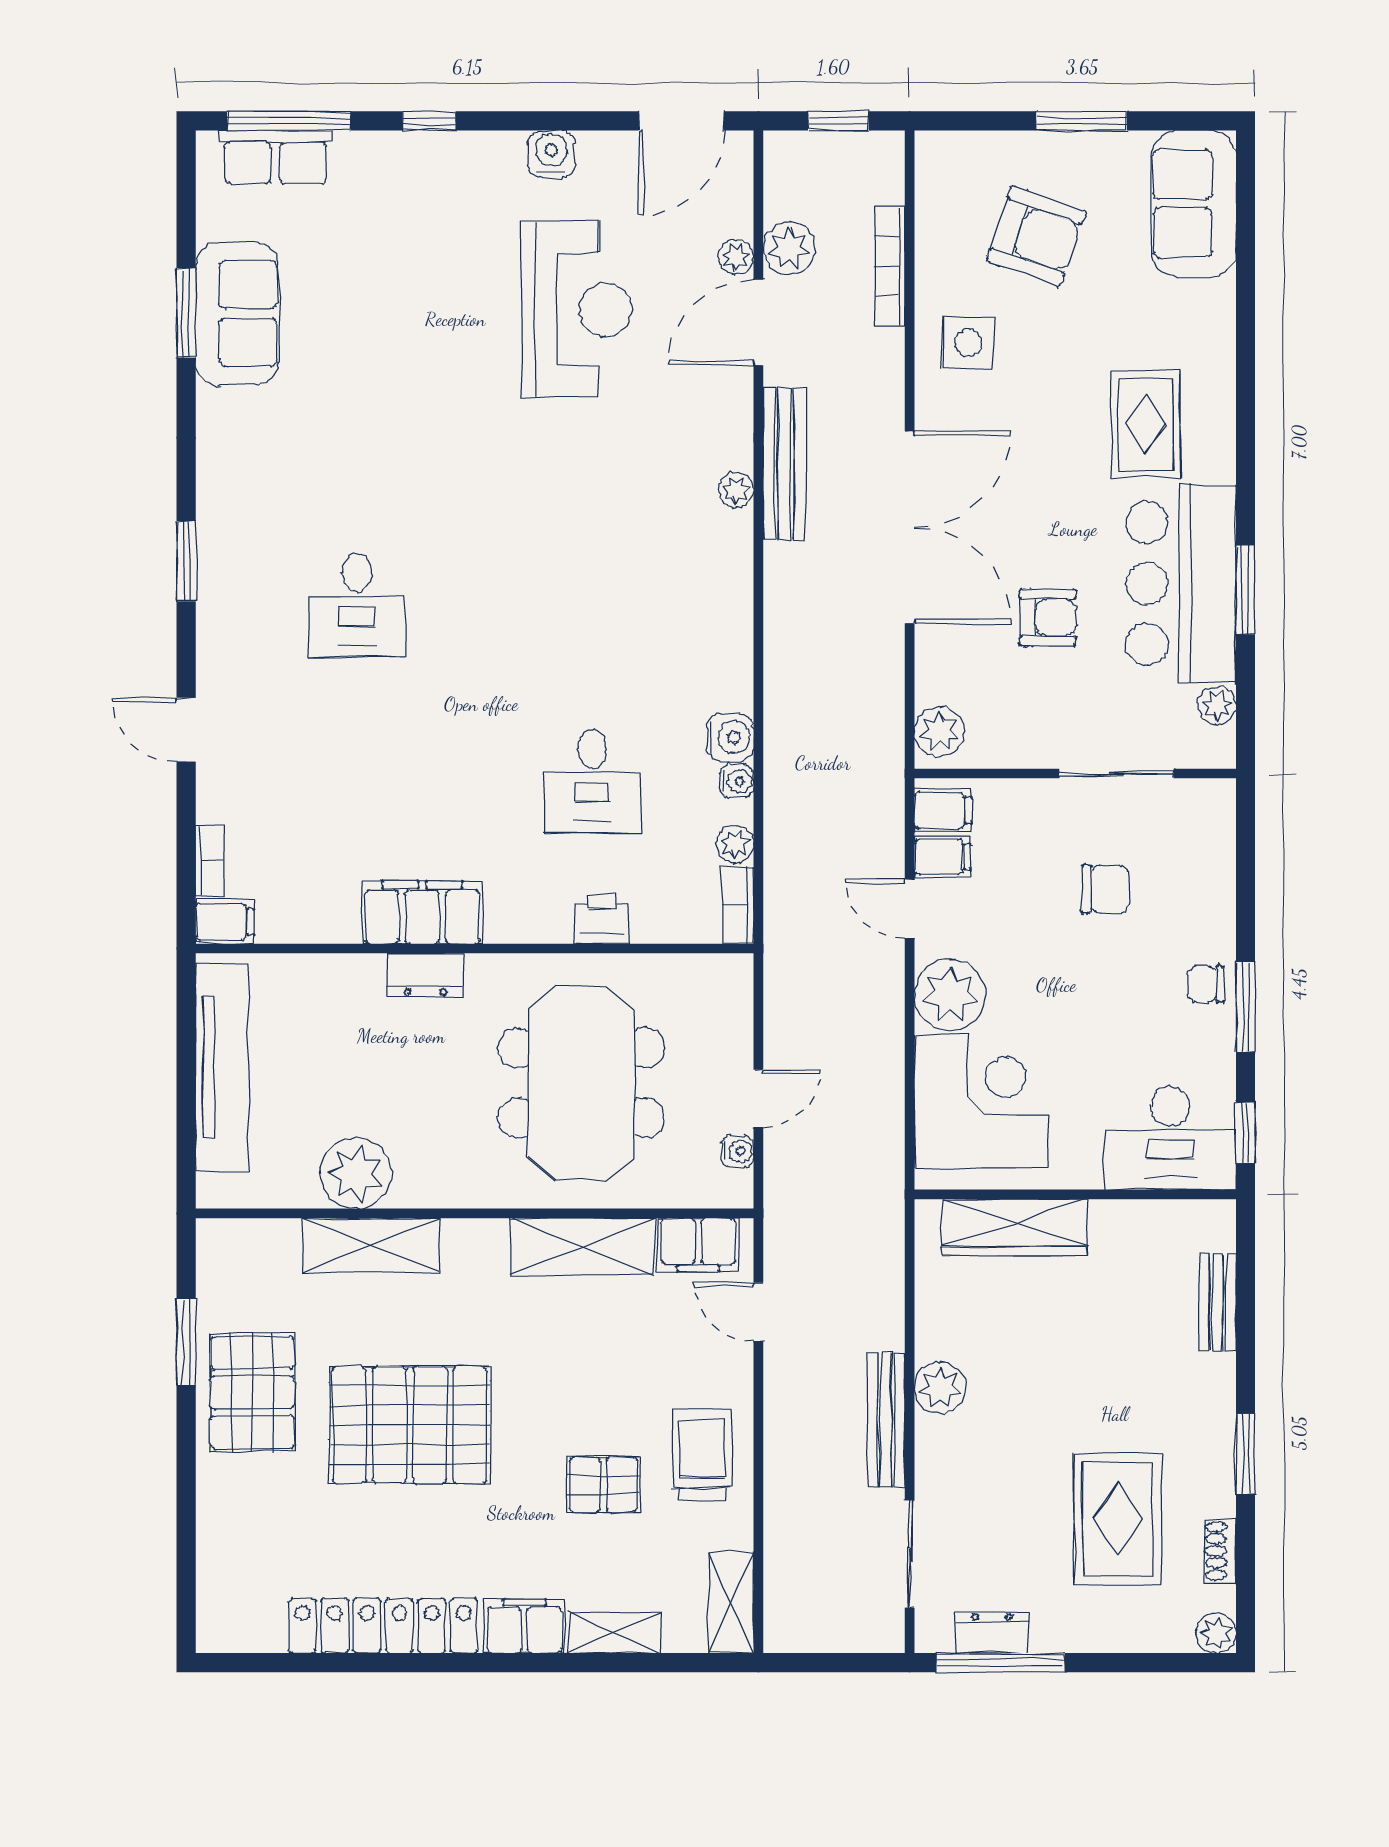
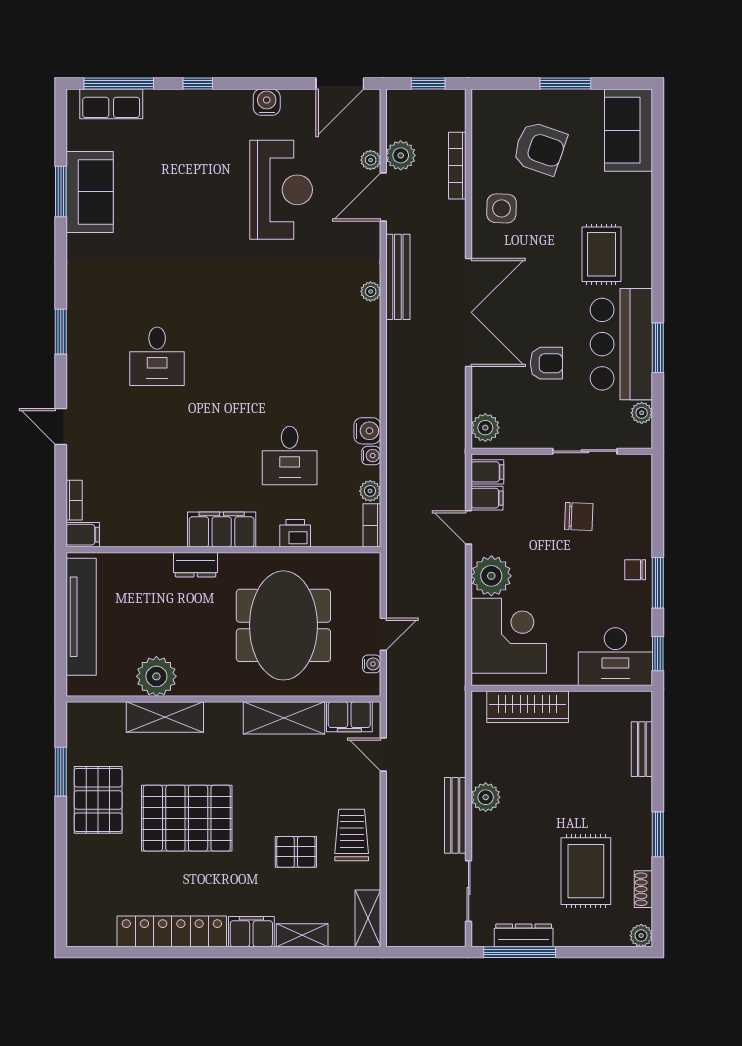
filing cabinet: (422, 912) -> (222, 529), moved
dresser: (992, 1633) -> (524, 935), width x1.44

